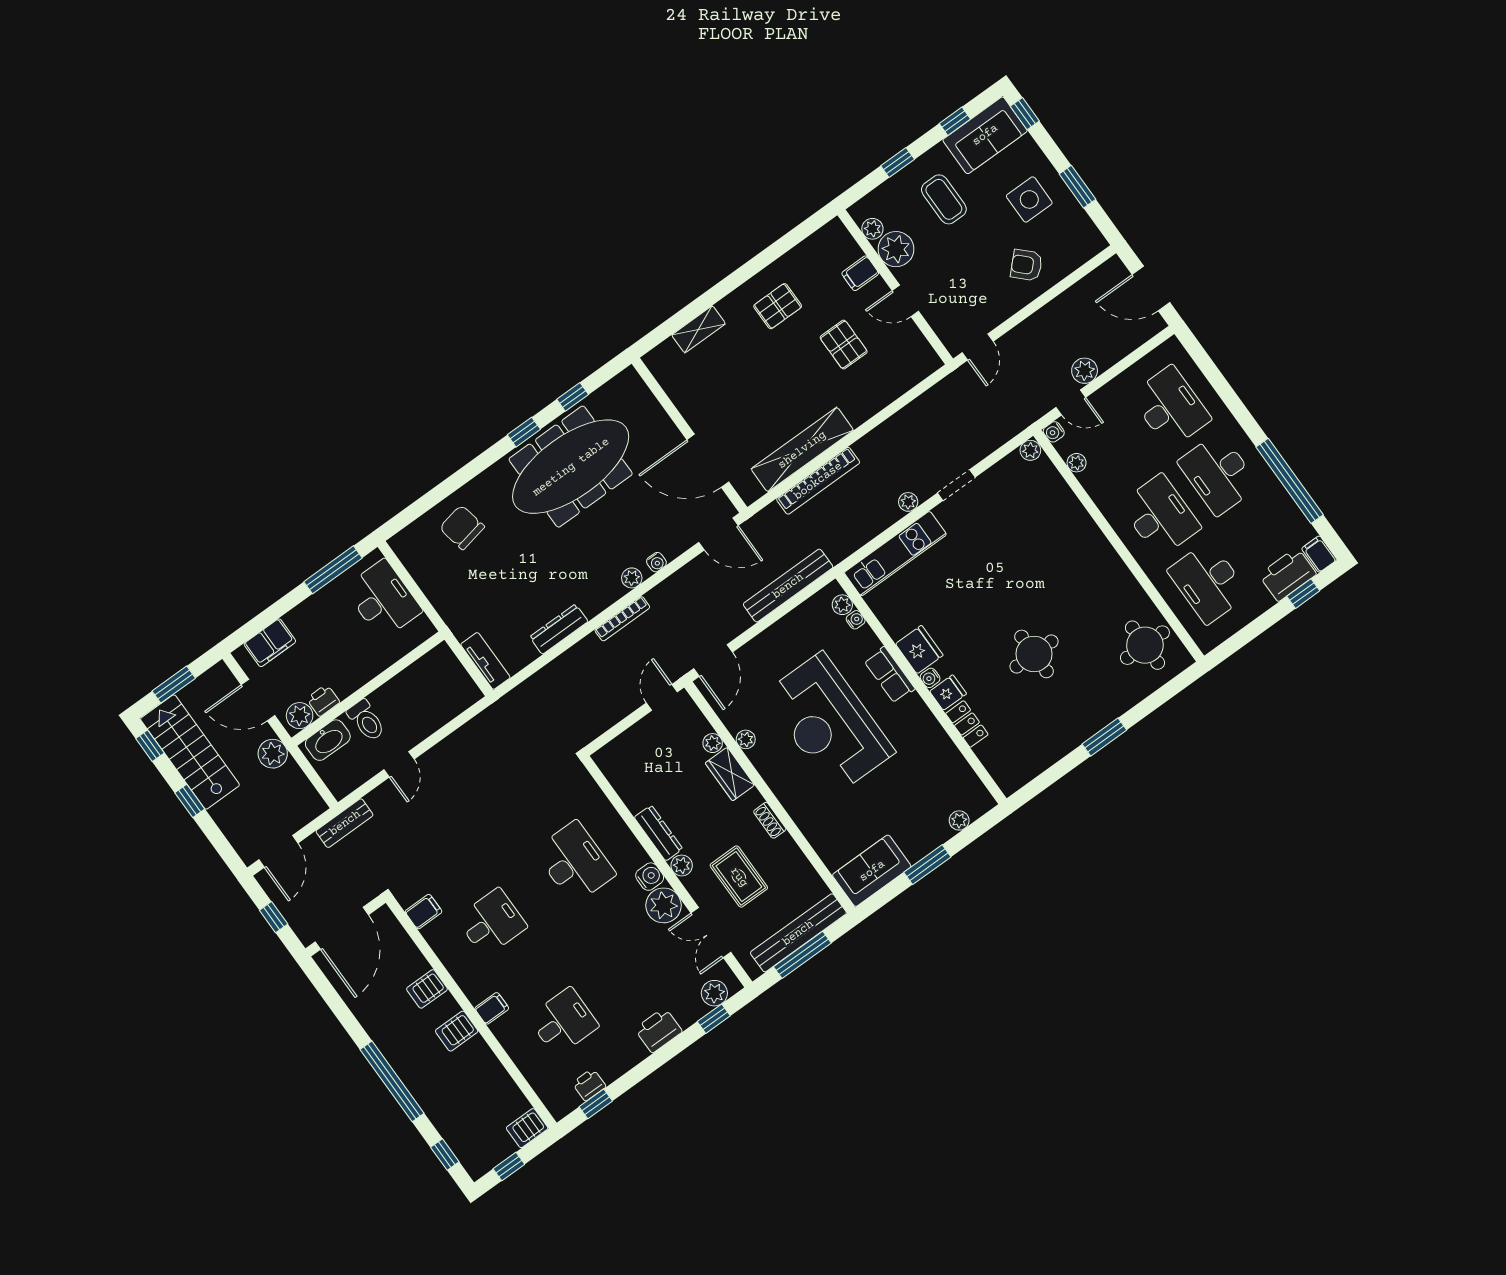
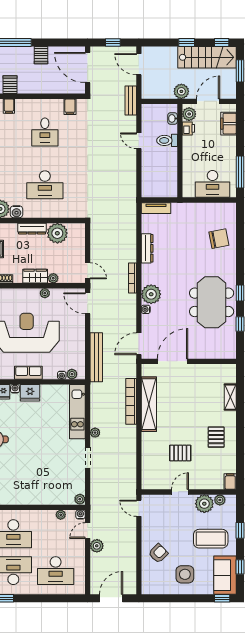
window: (1077, 187) -> (176, 598), removed
coffee table: (944, 199) -> (211, 539), width x1.36, depth x1.32
filing cabinet: (860, 273) -> (230, 481), moved
meeting table: (571, 467) -> (212, 302), width x0.73
plant: (632, 578) -> (151, 294), width x1.88, depth x1.88
washbasin: (328, 740) -> (173, 118), width x0.52, depth x0.69
plant: (682, 865) -> (57, 233), moved, width x1.87, depth x1.87
server rack: (427, 989) -> (41, 55), moved, turned 180

